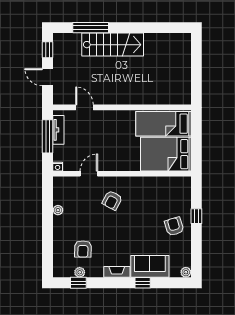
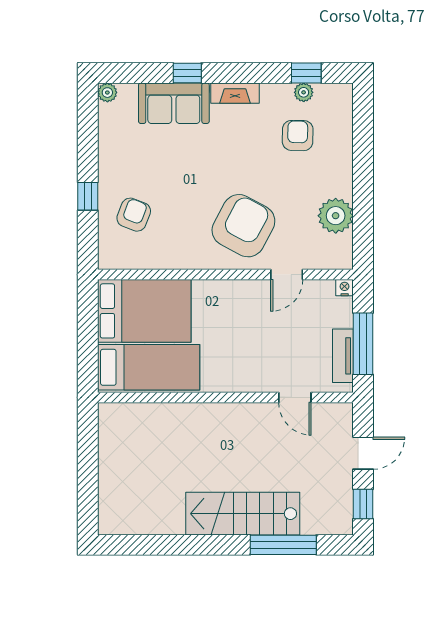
door: (48, 77) -> (363, 453), hinge flipped
armchair: (112, 200) -> (243, 226), width x1.88, depth x1.88
plant: (58, 210) -> (336, 216), width x1.87, depth x1.87
armchair: (174, 226) -> (134, 215), moved, turned -142

